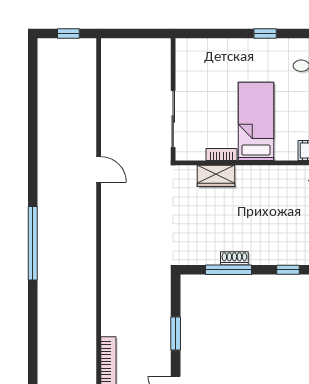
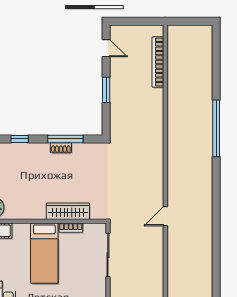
door: (99, 169) -> (165, 216), hinge flipped
wardrobe: (216, 176) -> (68, 211), width x1.50
window: (33, 243) -> (216, 128), moved

